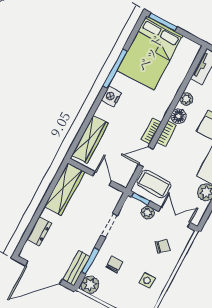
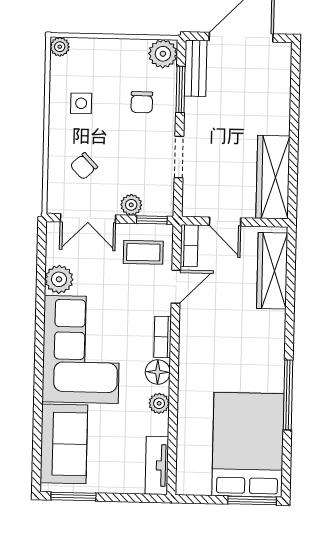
nightstand: (111, 97) -> (273, 350), removed
bookcase: (151, 131) -> (189, 246), moved
coffee table: (154, 184) -> (143, 252), width x0.73, depth x0.77
dresser: (39, 231) -> (279, 95), removed

